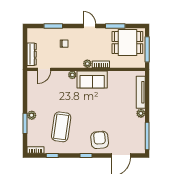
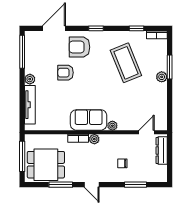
armchair: (111, 119) -> (66, 73), added
coffee table: (61, 127) -> (126, 63), turned -30
armchair: (100, 140) -> (79, 47), turned 95

